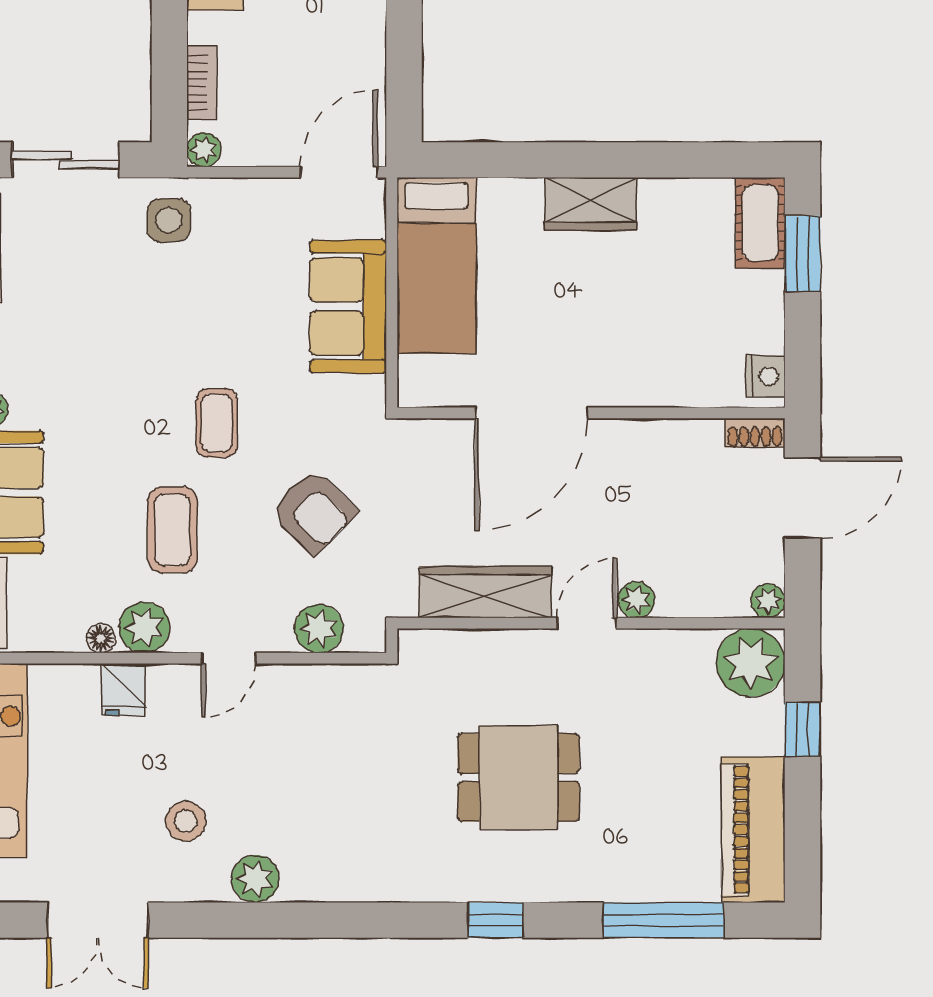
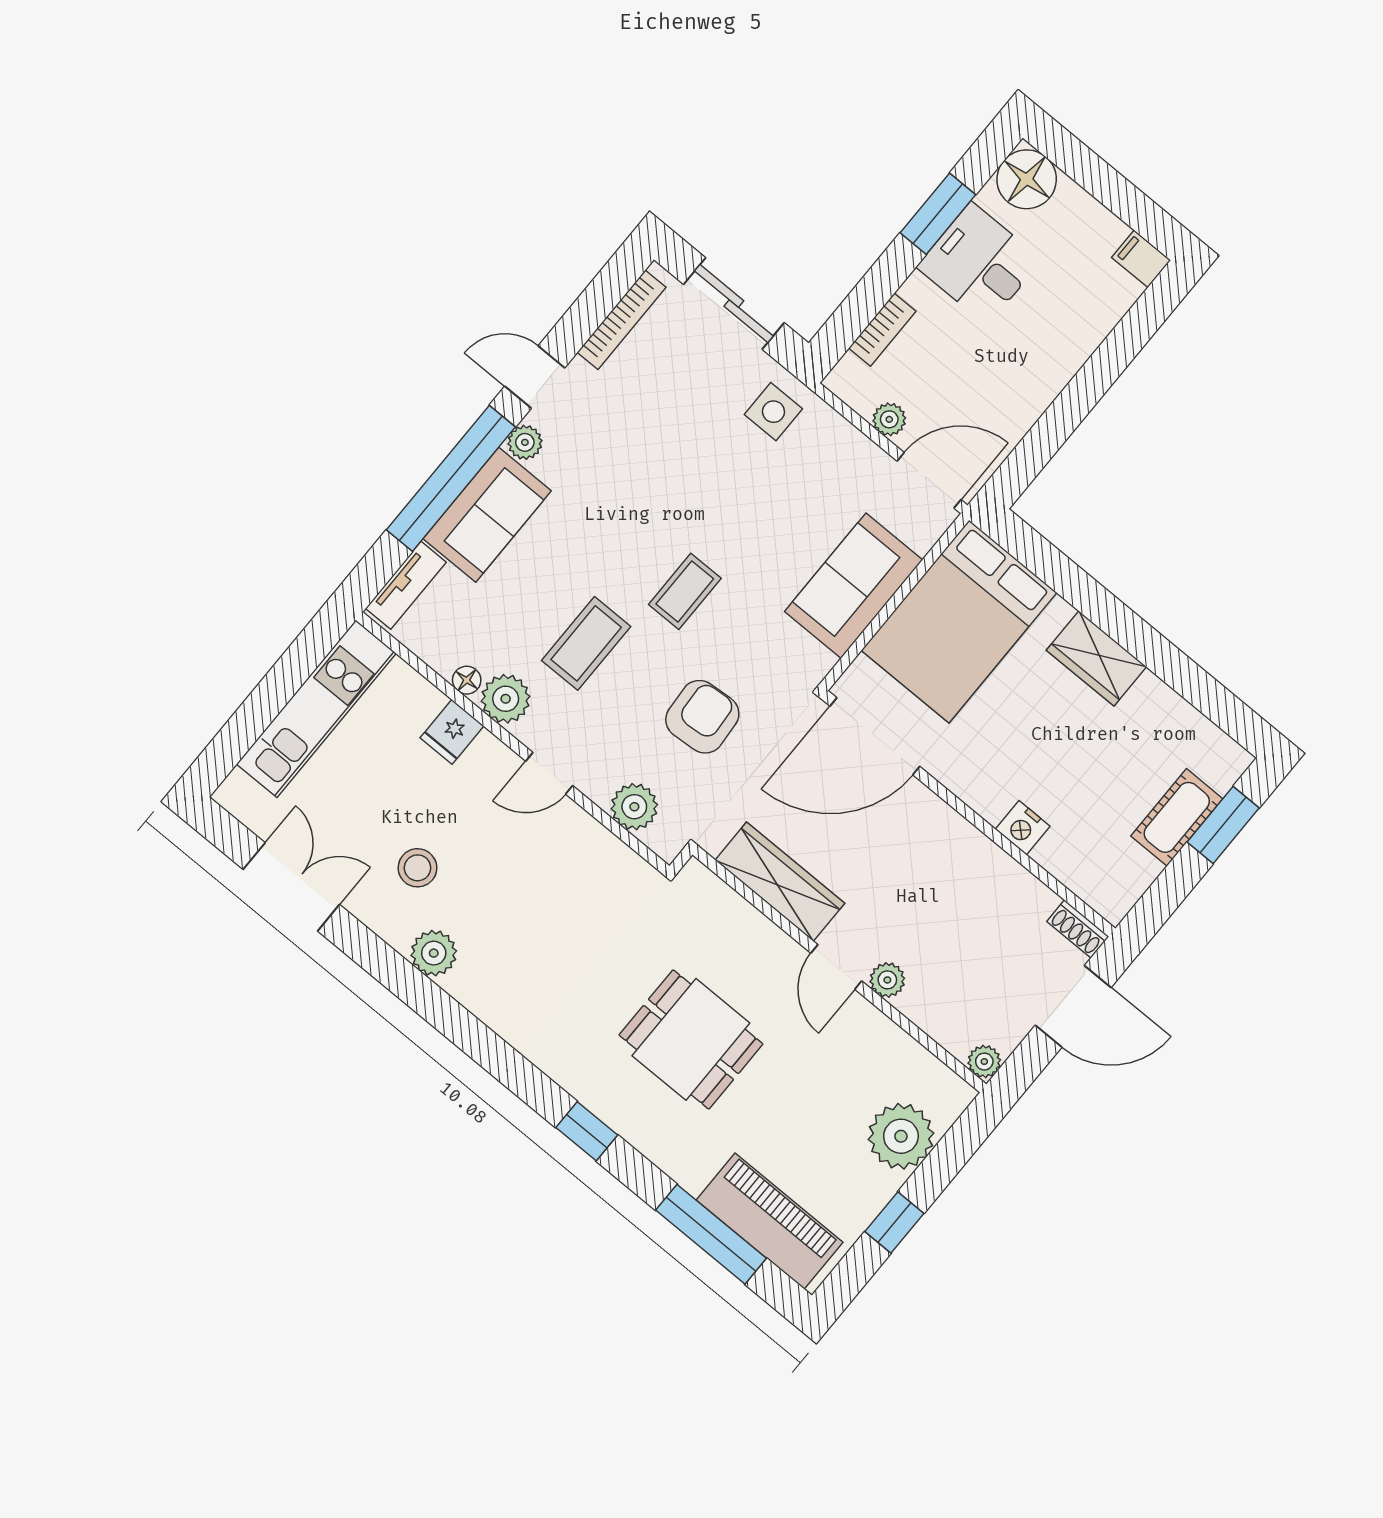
plant: (204, 150) -> (889, 419), moved
cot: (760, 223) -> (1177, 817), moved
bed: (437, 265) -> (959, 621), width x1.50
nightstand: (766, 376) -> (1023, 828), moved, turned 90
door: (531, 413) -> (875, 736), moved
armchair: (314, 512) -> (702, 717), turned -138
door: (587, 623) -> (836, 967), swing flipped
plant: (751, 663) -> (901, 1136), moved
window: (803, 729) -> (894, 1222), moved
piano: (753, 830) -> (770, 1221), moved, turned 90
double door: (98, 920) -> (291, 887), swing flipped

